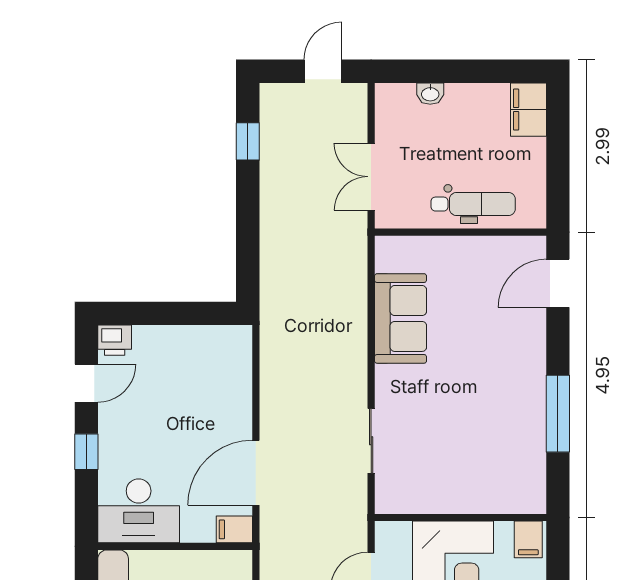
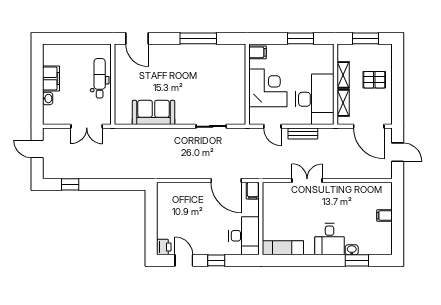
filing cabinet: (529, 110) -> (51, 79), moved, turned -90

